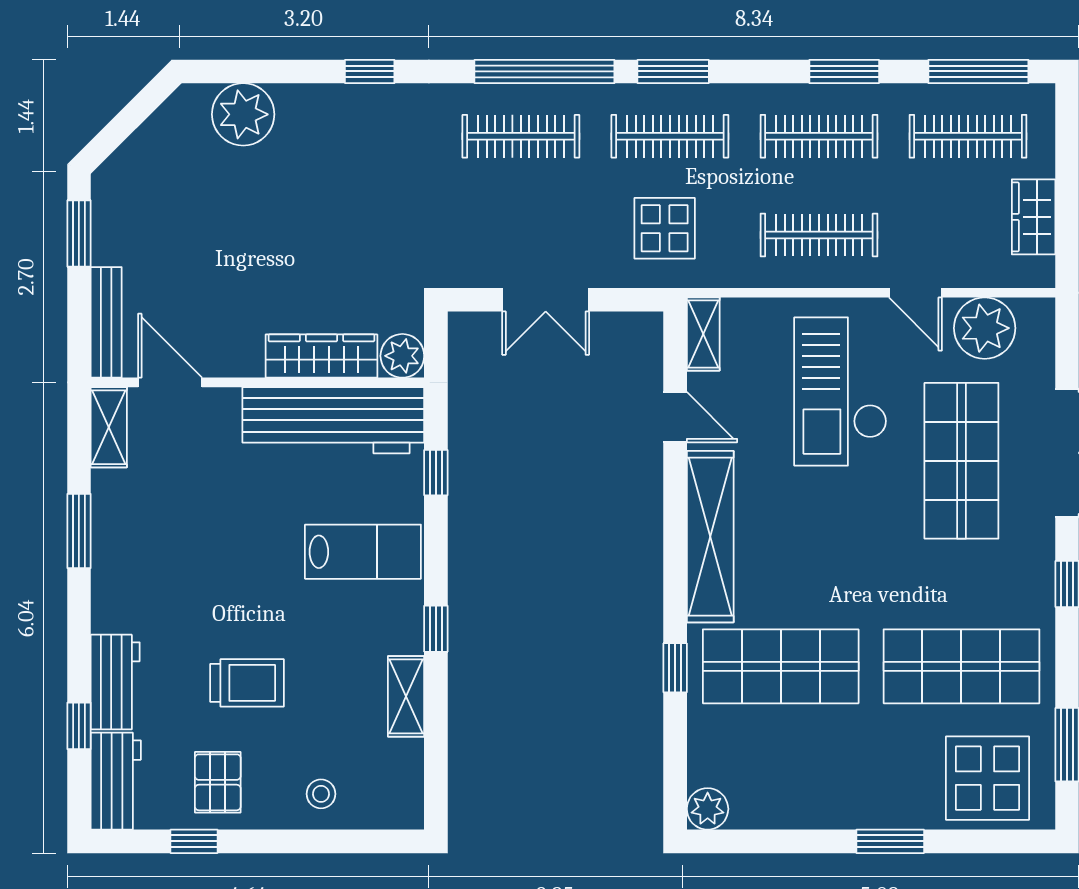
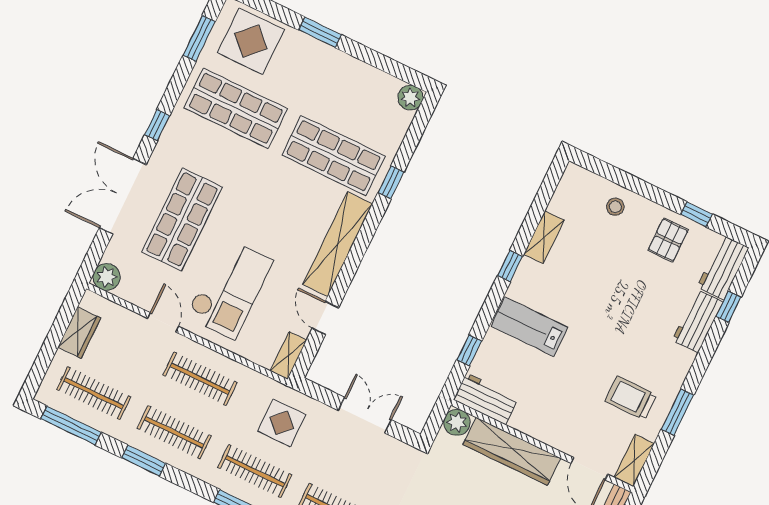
plant: (985, 328) -> (107, 277), moved, width x0.73, depth x0.73
wardrobe: (321, 356) -> (512, 451), width x1.40, depth x1.17
workbench: (333, 420) -> (486, 399), width x0.53, depth x0.76
trolley: (247, 683) -> (631, 398), moved

